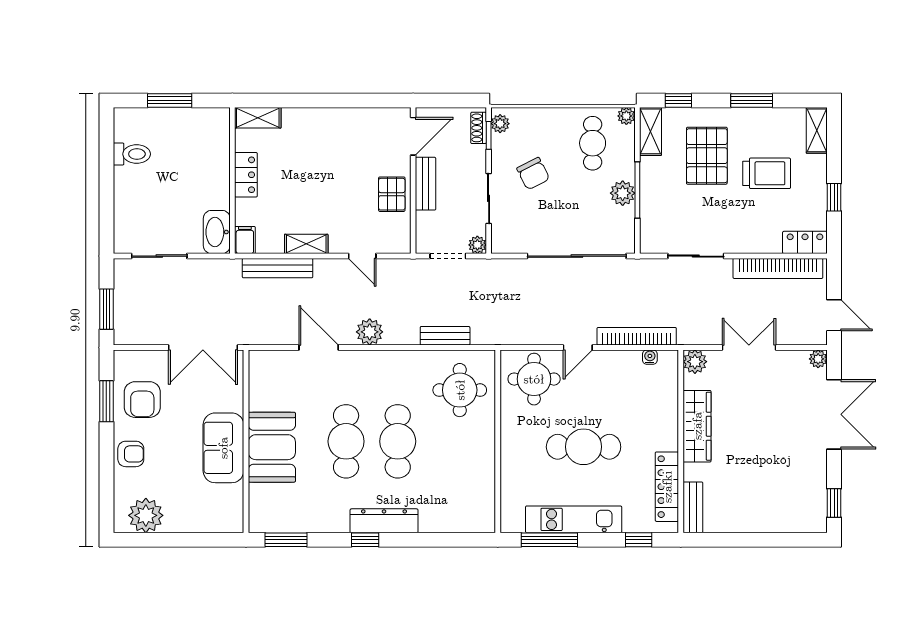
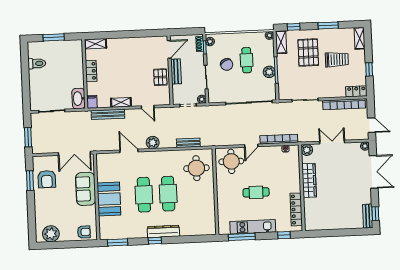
cafe table: (593, 143) -> (247, 60), moved
cafe table: (584, 447) -> (256, 192), width x0.73, depth x0.74
sofa: (223, 448) -> (86, 189), moved
armchair: (131, 454) -> (84, 232), moved
bench: (693, 507) -> (368, 216), moved

